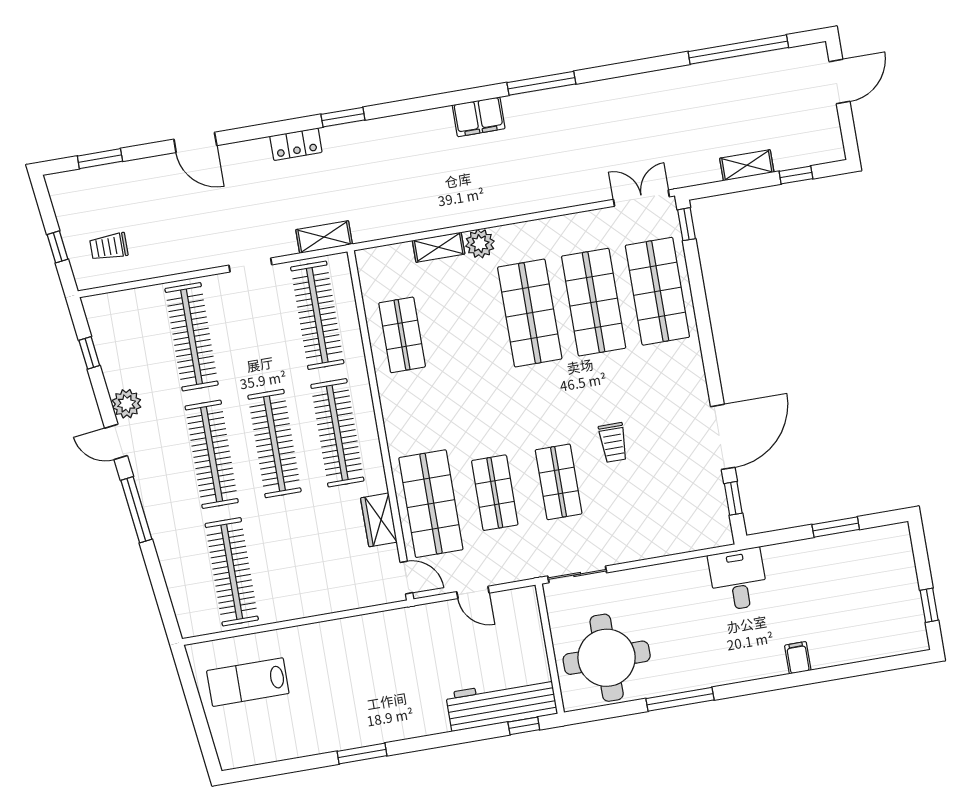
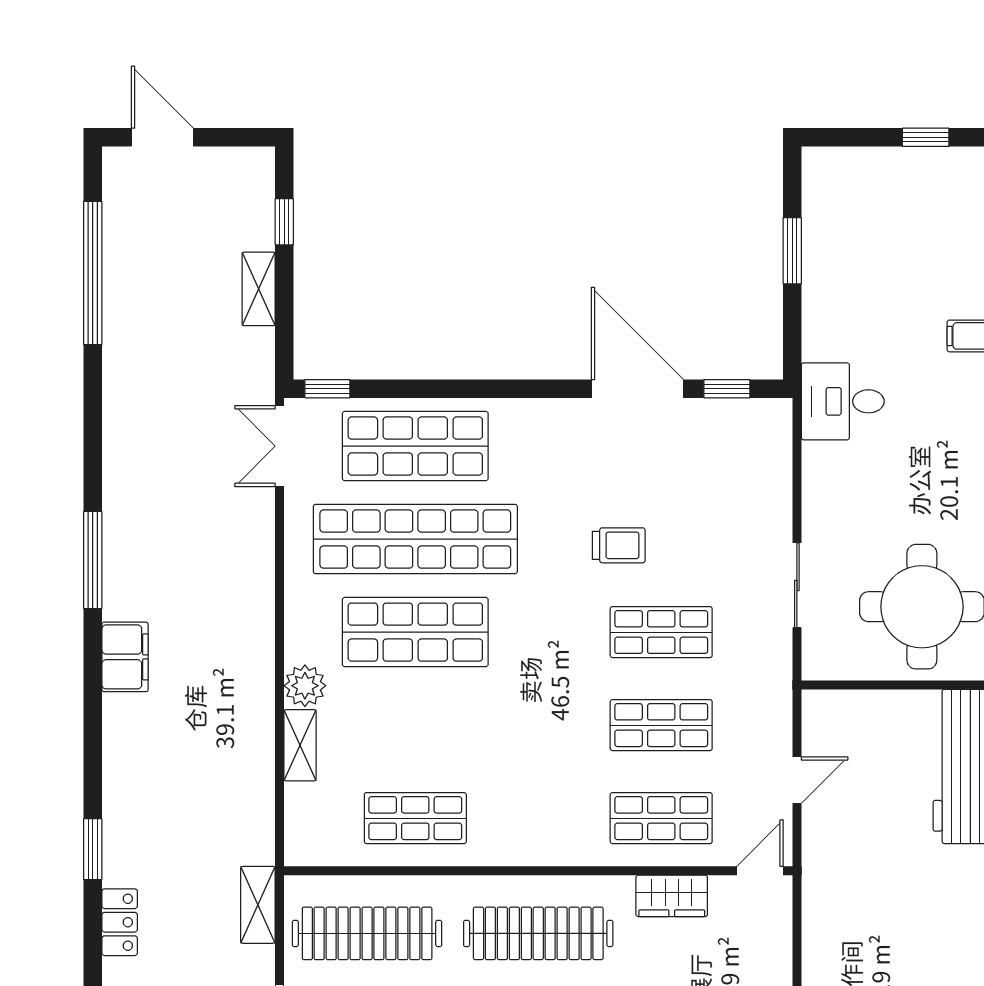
shop shelf: (594, 302) -> (415, 539), width x1.40
shop shelf: (431, 504) -> (661, 818), width x0.70, depth x0.74
sliding door: (577, 574) -> (797, 585), moved

